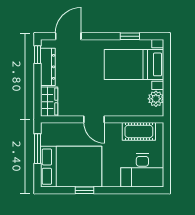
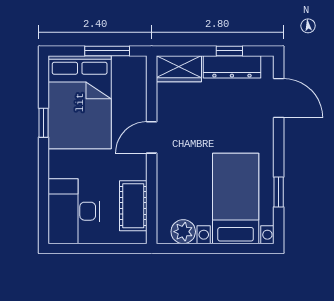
window: (37, 55) -> (229, 51), moved

